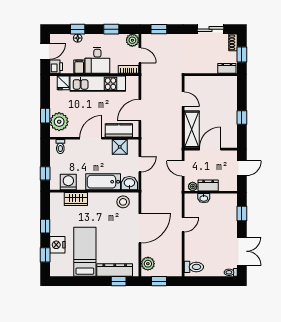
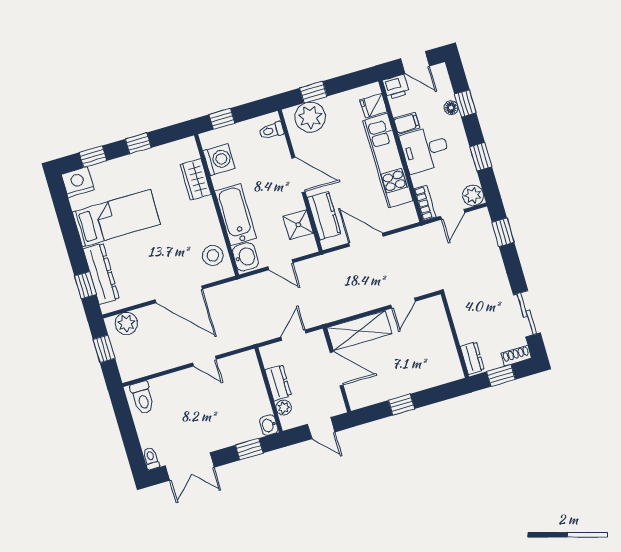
plant: (193, 187) -> (284, 408), moved
washbasin: (204, 198) -> (269, 425), moved
nightstand: (57, 245) -> (78, 182), moved

